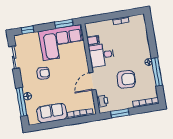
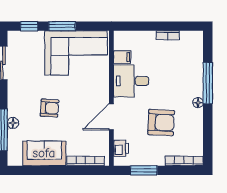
window: (64, 24) -> (62, 26), moved
window: (157, 72) -> (208, 83), moved
armchair: (43, 73) -> (50, 108), moved

